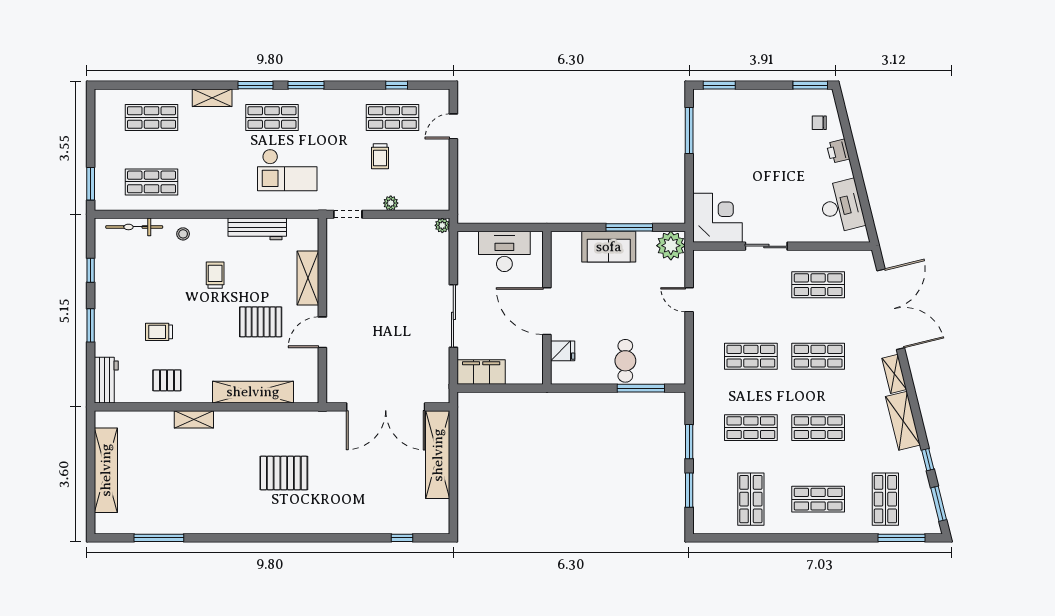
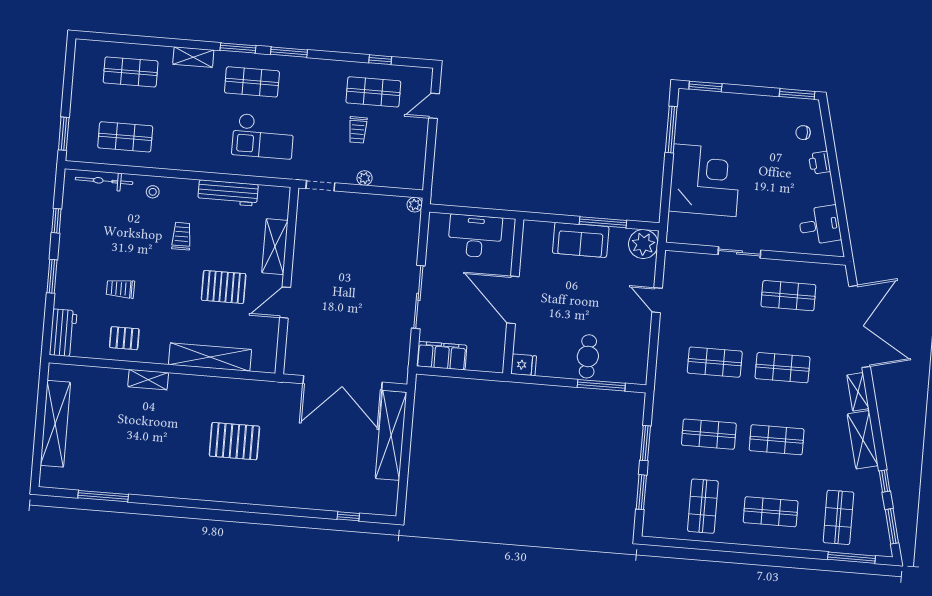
desk: (842, 206) -> (820, 225), width x0.73
corner desk: (717, 218) -> (705, 180), moved, width x1.36, depth x1.36
fridge: (563, 351) -> (524, 365), moved

